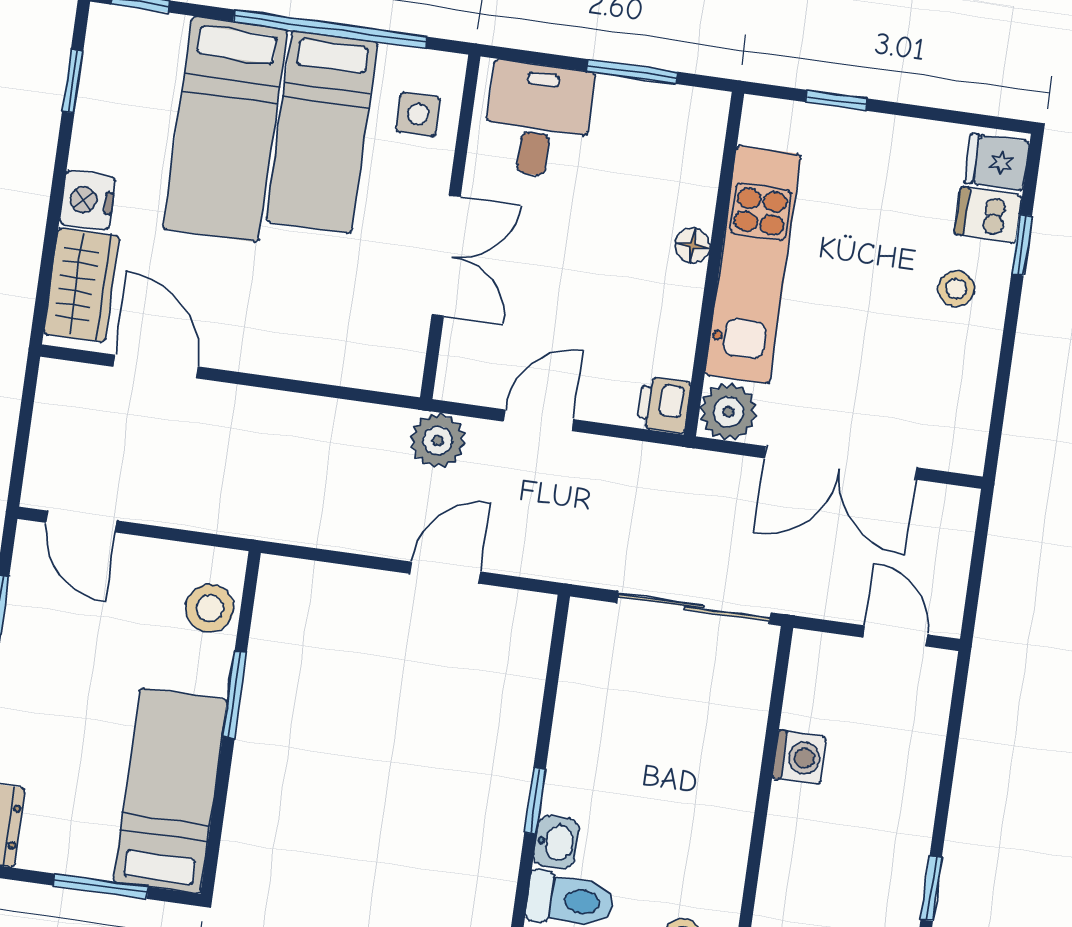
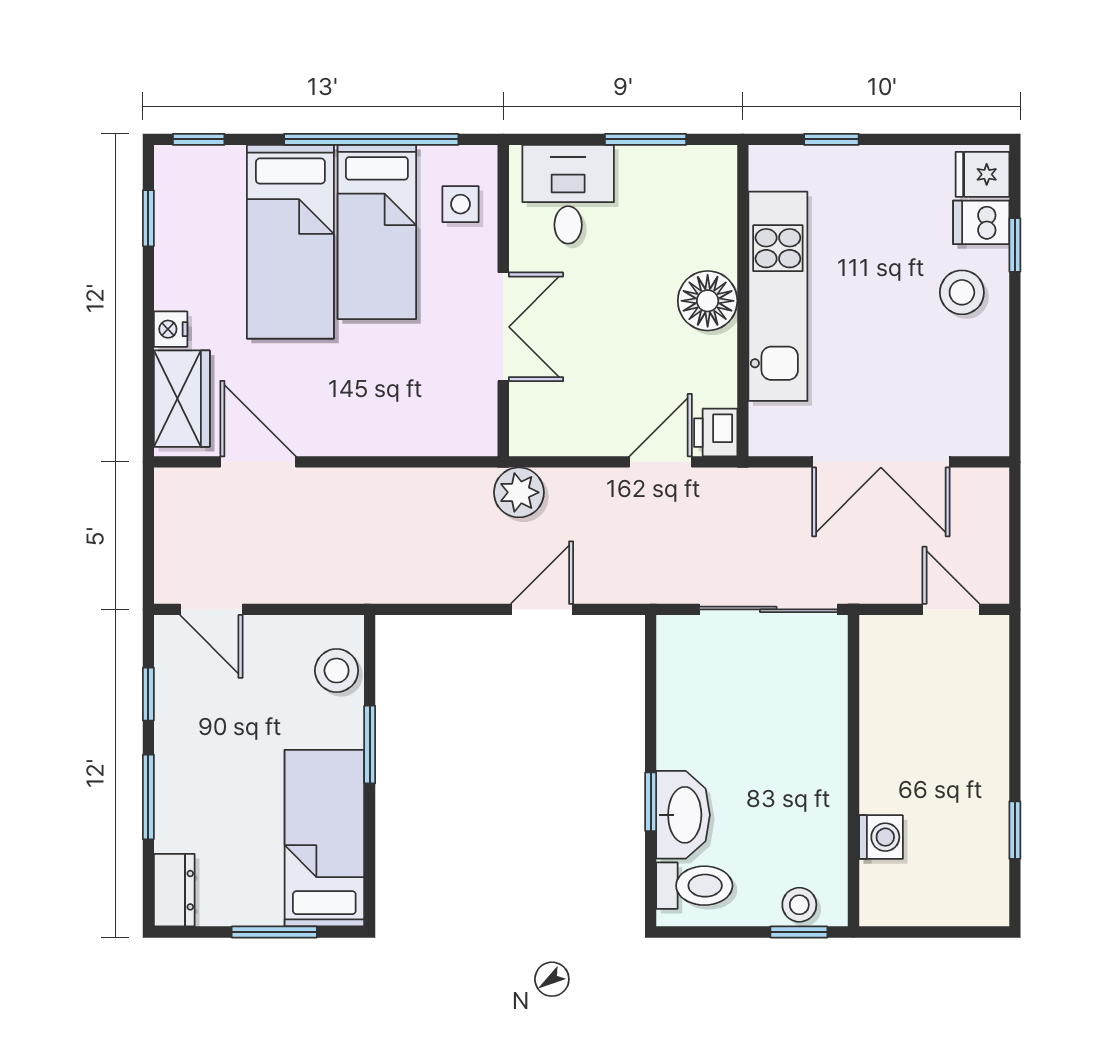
nightstand: (87, 200) -> (171, 329), width x0.72, depth x0.74
floor lamp: (693, 245) -> (708, 301), width x1.89, depth x1.89
stool: (956, 289) -> (962, 292), width x1.37, depth x1.37
plant: (728, 412) -> (774, 431), removed
door: (538, 420) -> (661, 462), moved
washing machine: (799, 757) -> (881, 837), moved
washbasin: (556, 842) -> (683, 815), width x1.91, depth x1.45

